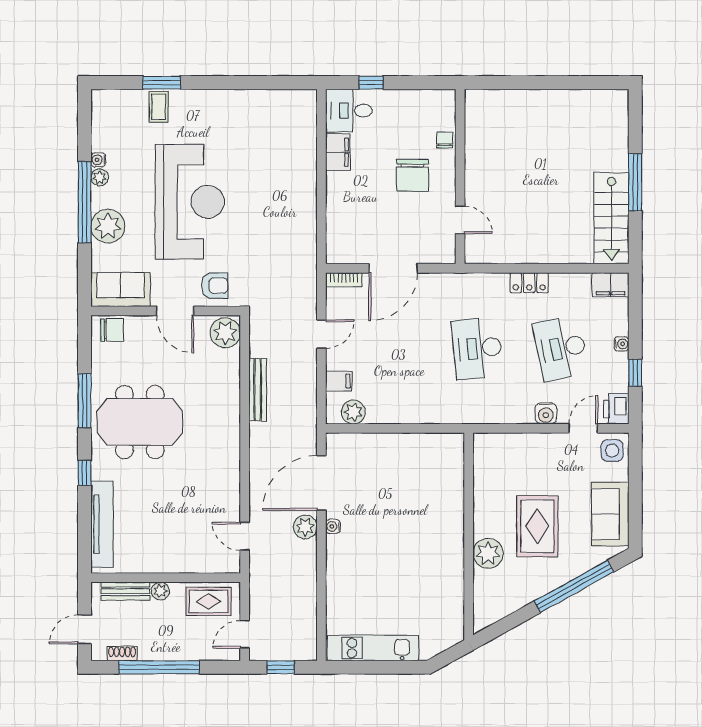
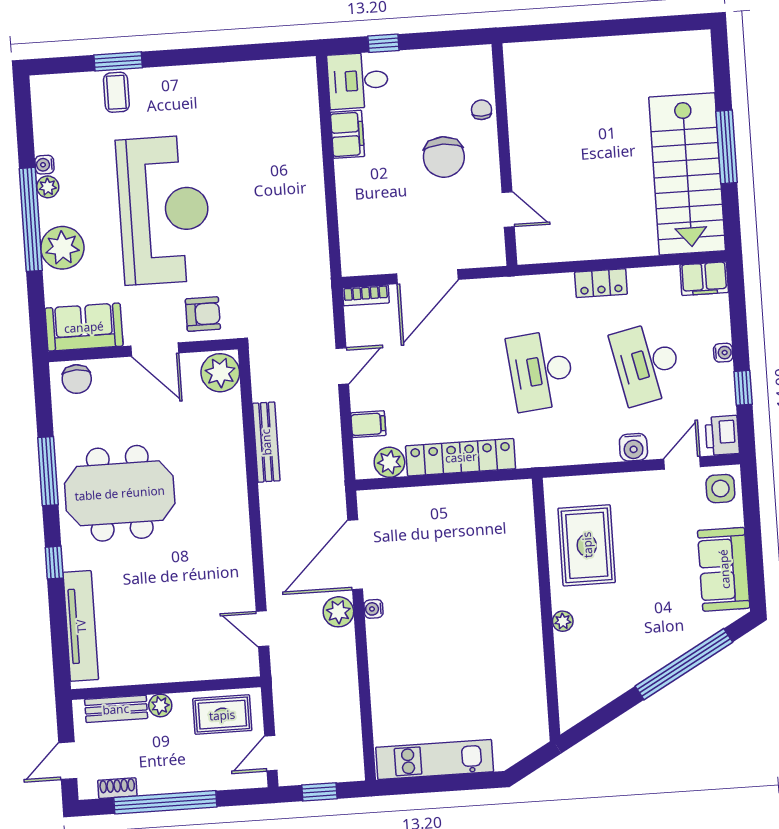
stairs: (611, 218) -> (687, 174), width x1.36, depth x1.51
chair: (112, 330) -> (77, 379), turned 90
locker: (410, 412) -> (461, 457), added
rug: (537, 526) -> (587, 545), moved
plant: (488, 553) -> (563, 621), width x0.53, depth x0.53

